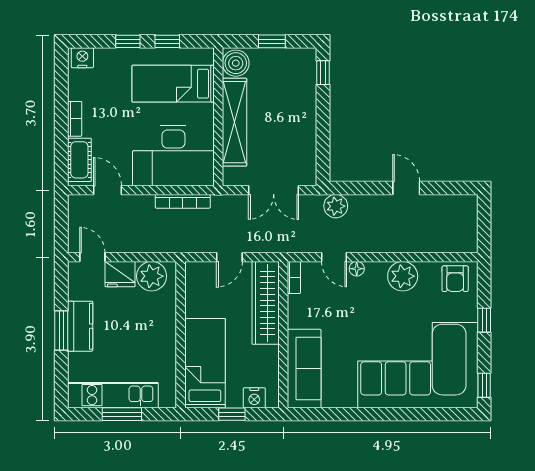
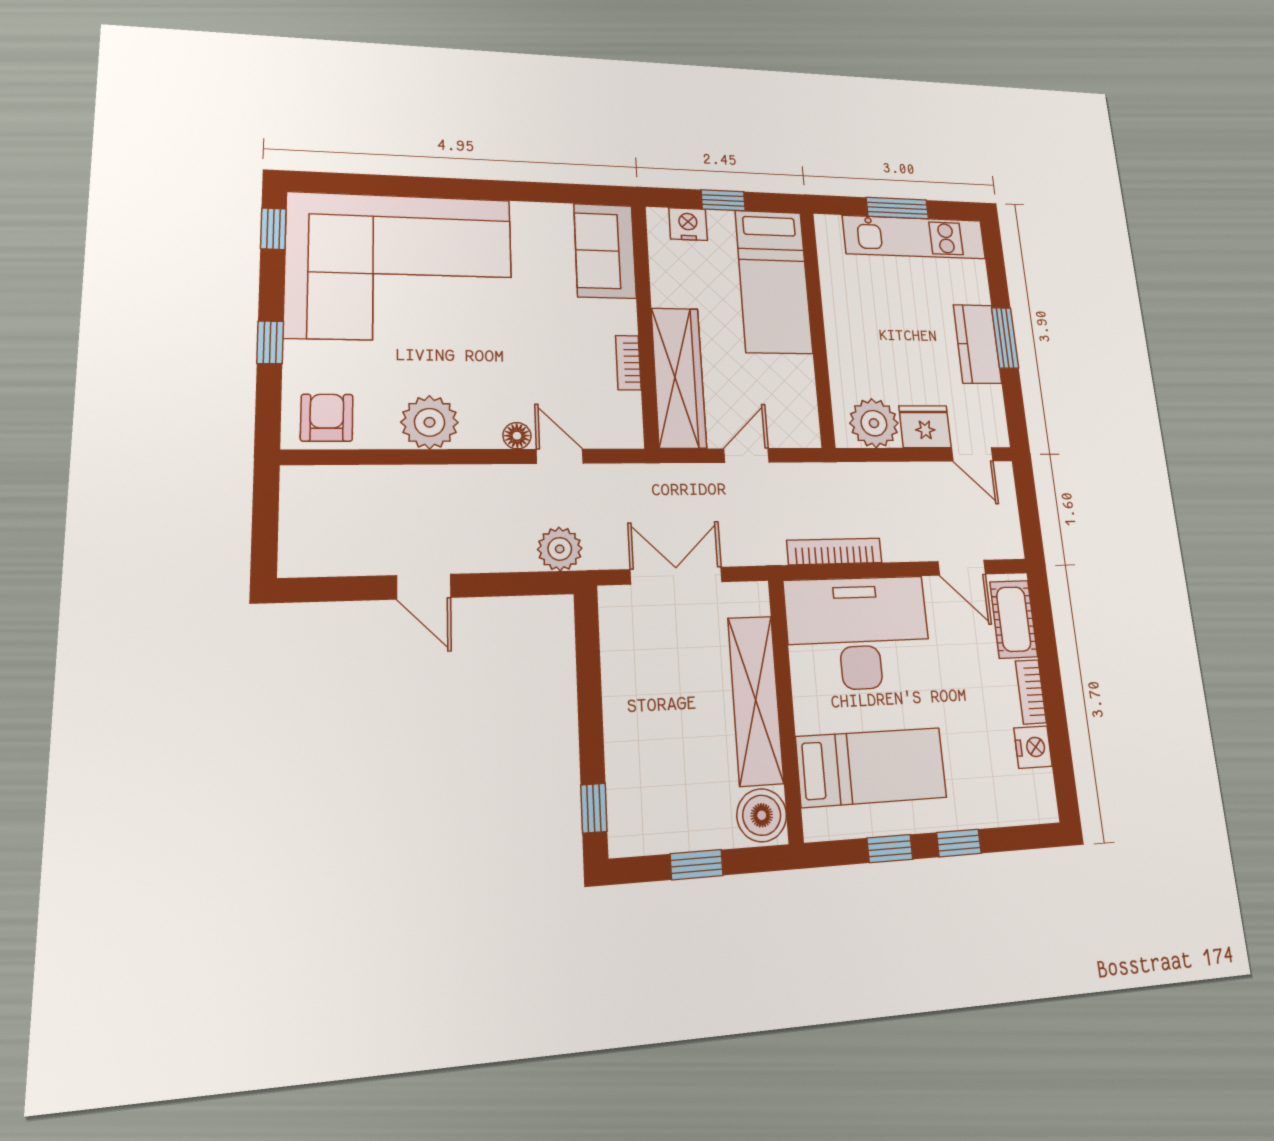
nightstand: (82, 58) -> (1033, 747), moved, turned -90
bookcase: (294, 277) -> (628, 363), moved
sofa: (304, 369) -> (605, 251), width x0.73

